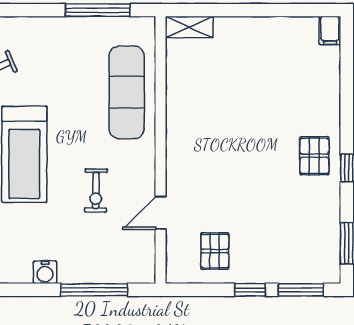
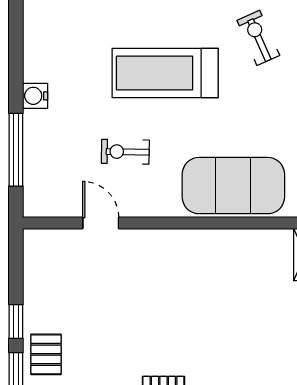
exercise mat: (127, 92) -> (233, 186), width x1.47
pallet: (215, 251) -> (46, 354), moved, turned 90

